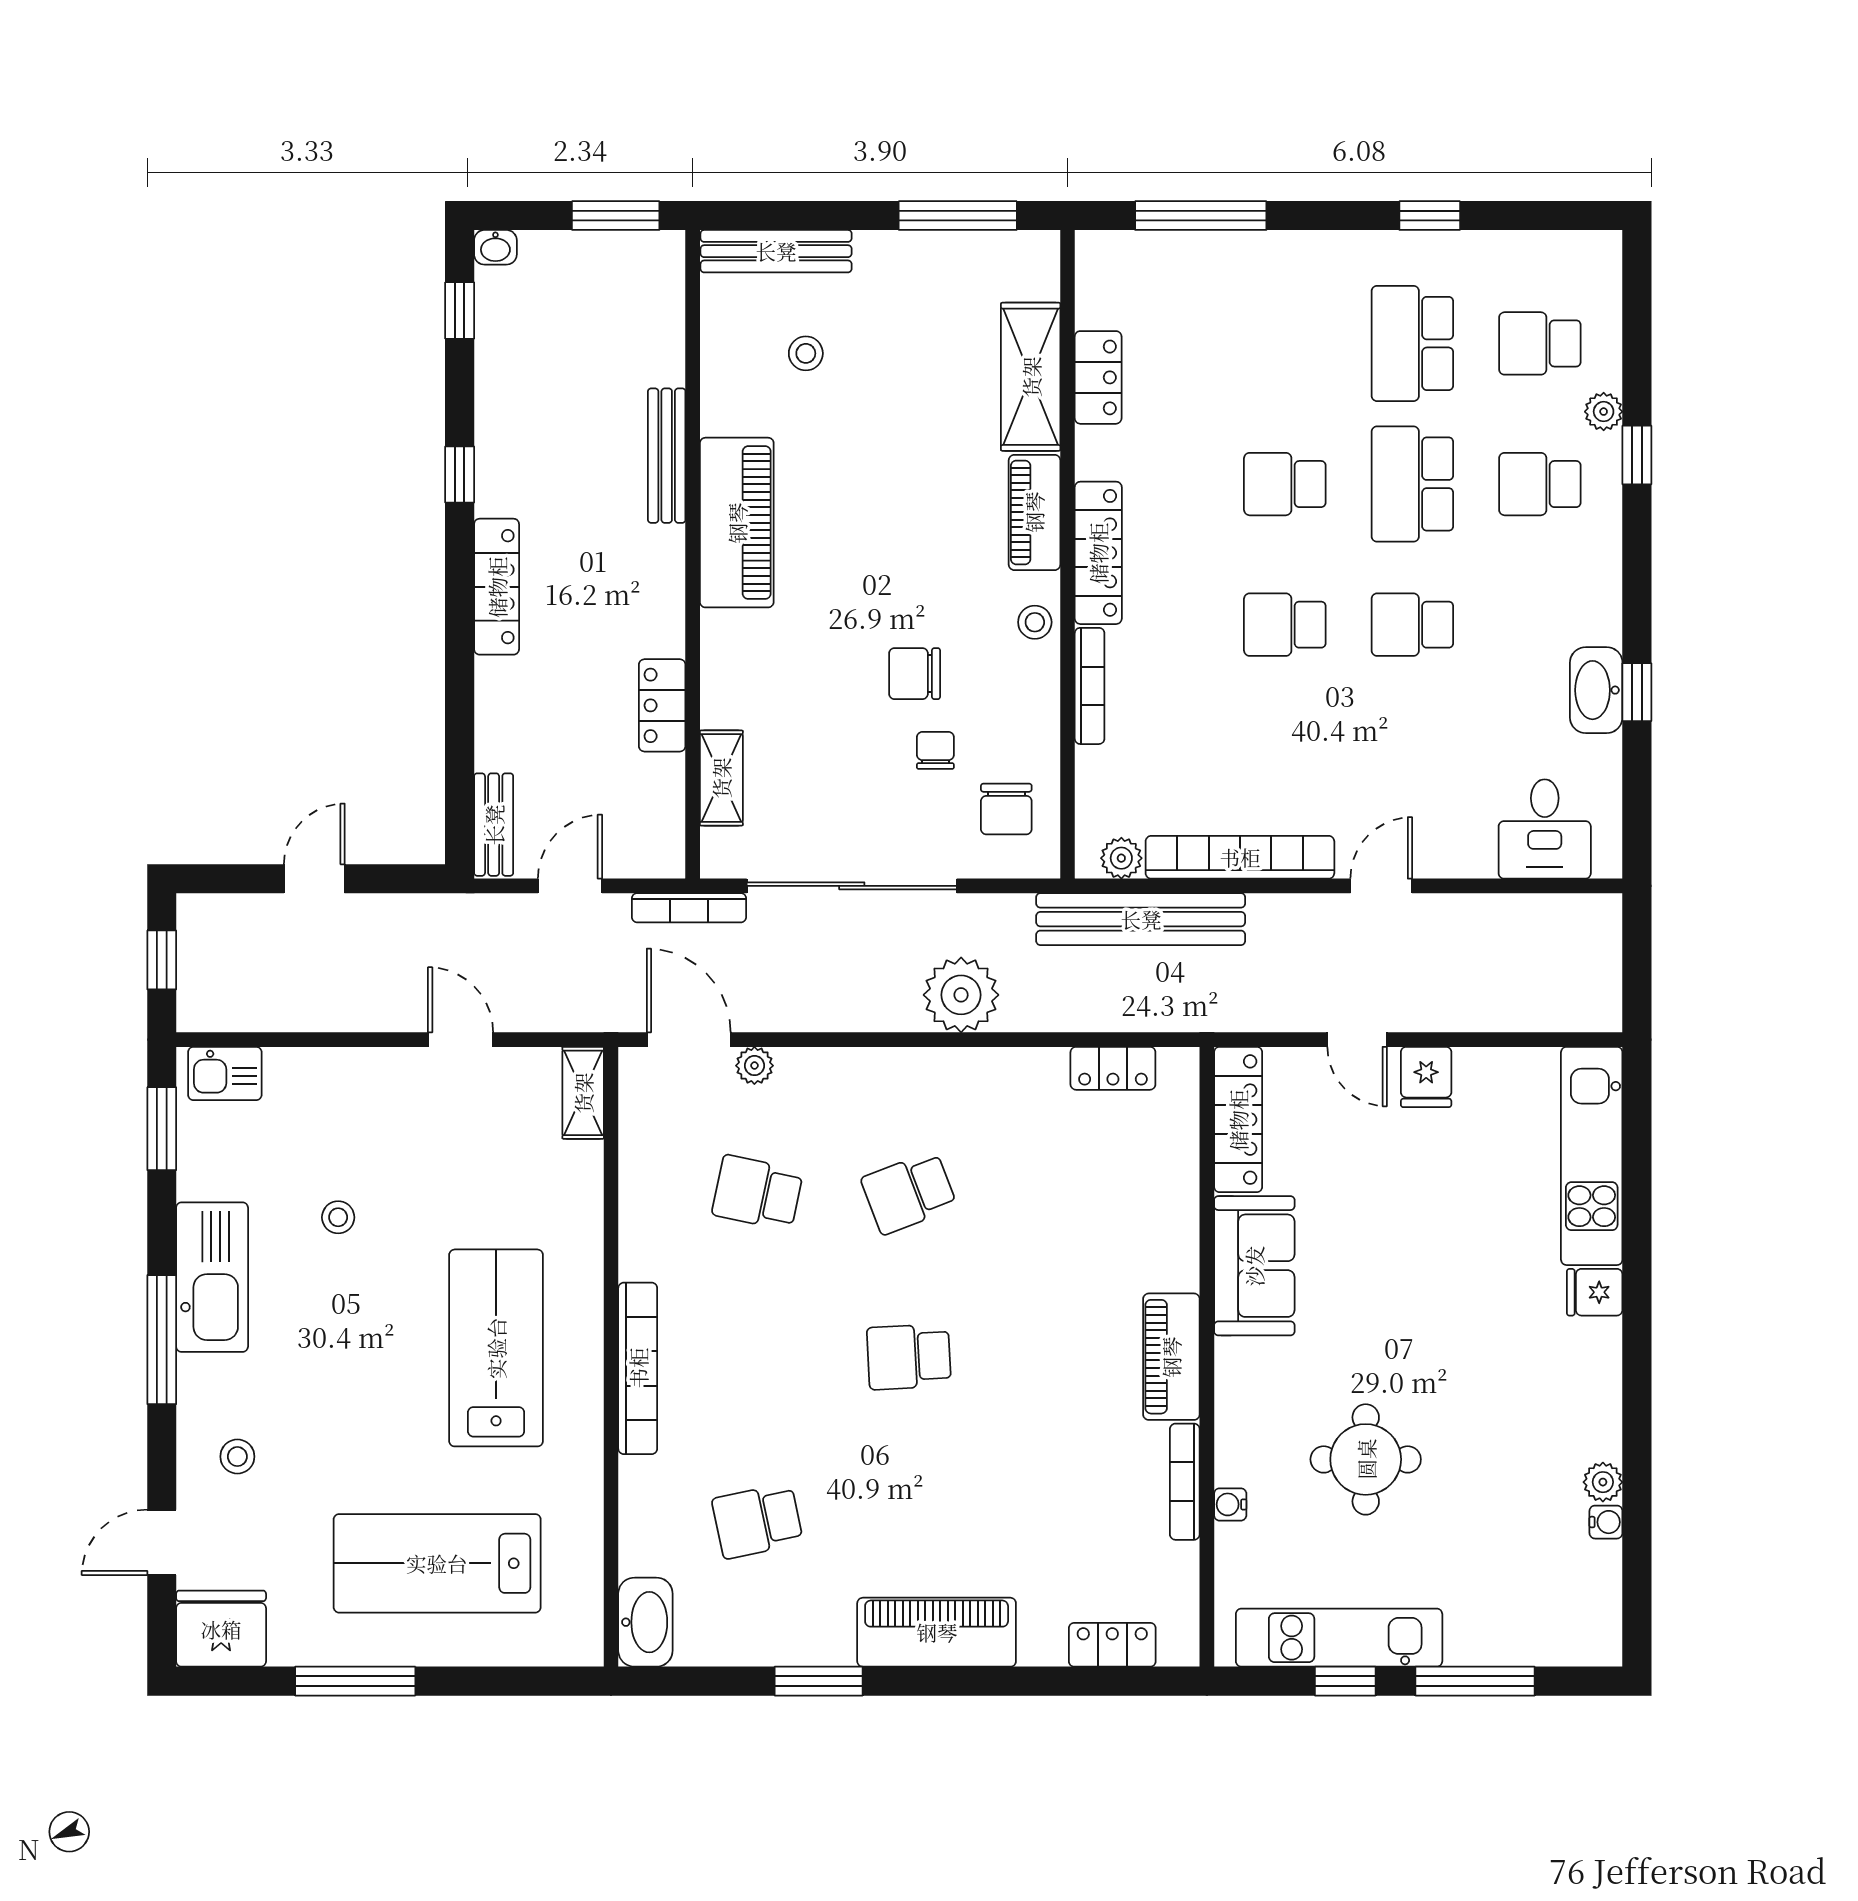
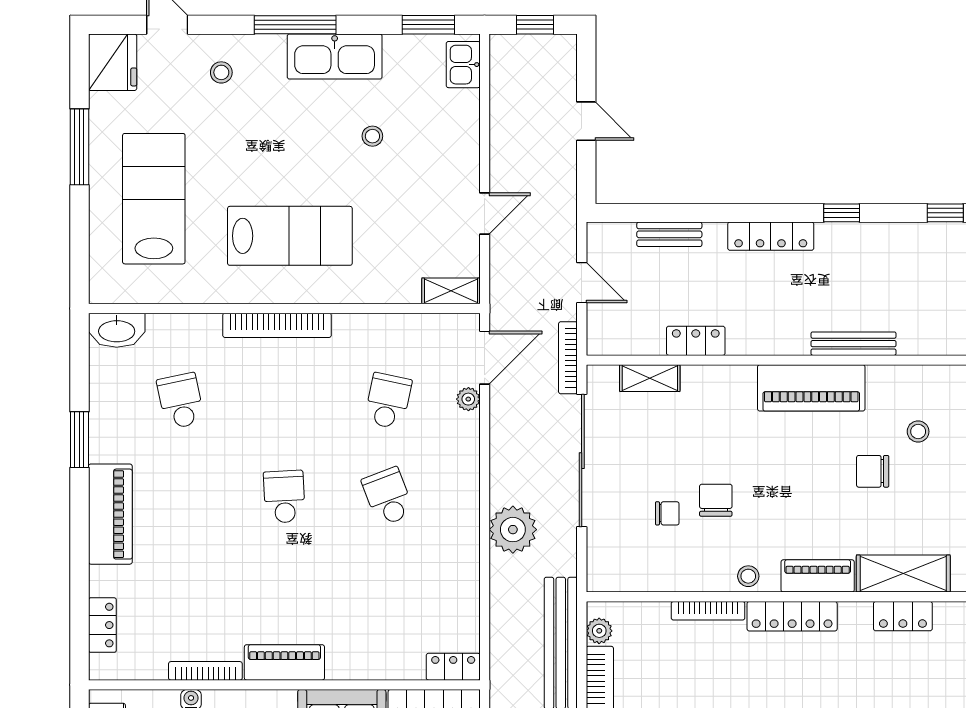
chair: (1006, 809) -> (873, 471), moved
bench: (494, 825) -> (669, 234), moved
locker: (1113, 1068) -> (453, 667), moved, turned 90

